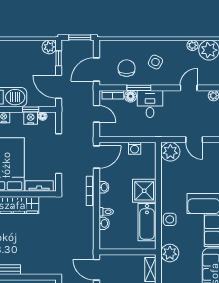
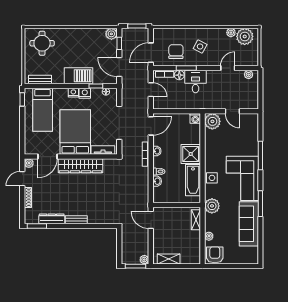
nightstand: (31, 118) -> (85, 93), moved
washing machine: (135, 148) -> (195, 118), moved

